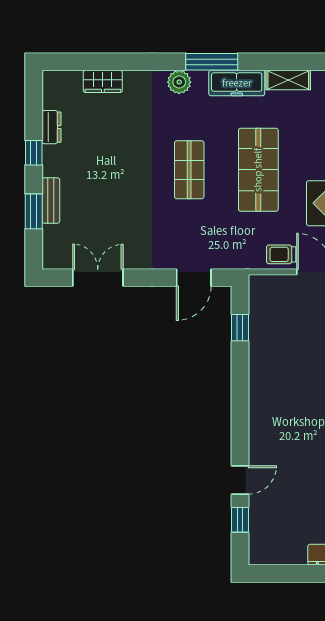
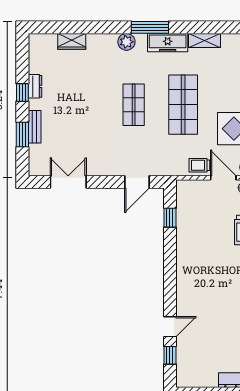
dresser: (51, 127) -> (35, 86), moved

